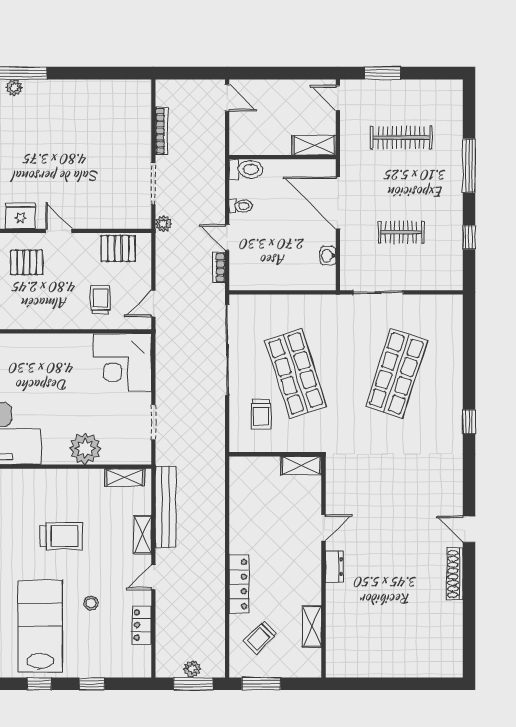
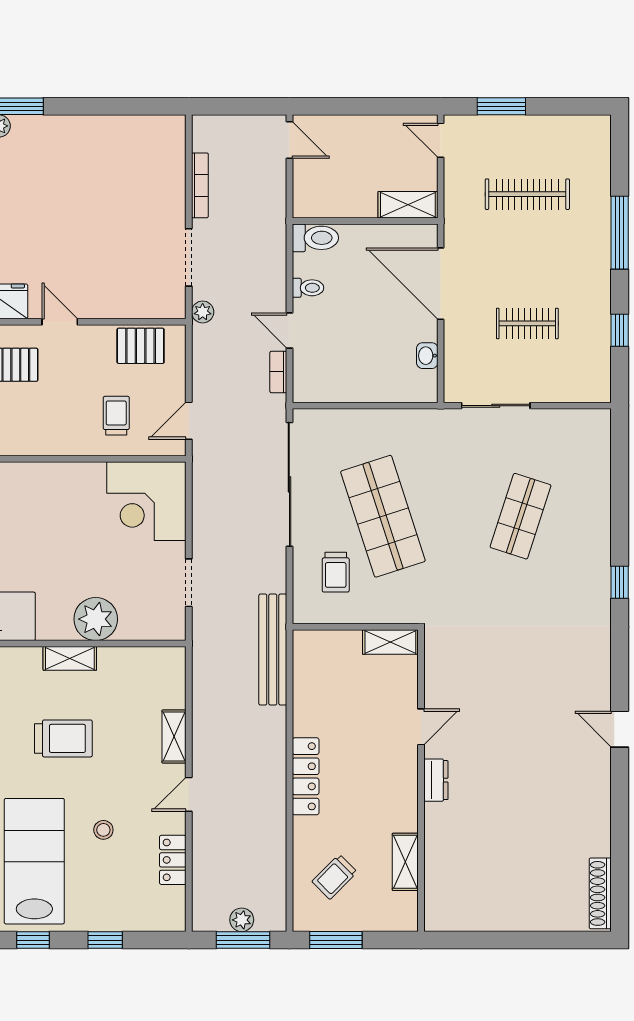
shop shelf: (396, 373) -> (521, 516), width x0.70, depth x0.74
shelving: (125, 477) -> (70, 658), moved
bench: (166, 507) -> (273, 649), moved
shoe rack: (455, 574) -> (600, 893), moved
locker: (239, 584) -> (306, 776), moved

